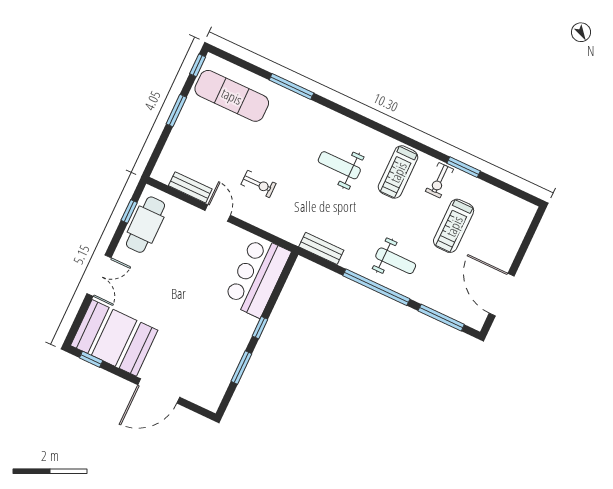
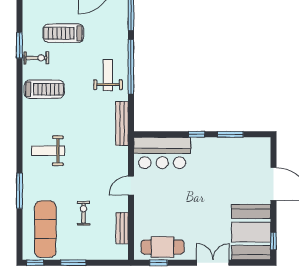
weight bench: (339, 165) -> (48, 151), moved, turned 90
exercise bike: (258, 184) -> (84, 213), moved
door: (218, 213) -> (131, 186), moved
treadmill: (454, 226) -> (63, 33), turned 180
bench: (321, 248) -> (122, 123), width x1.36
weight bench: (396, 261) -> (108, 75), moved

